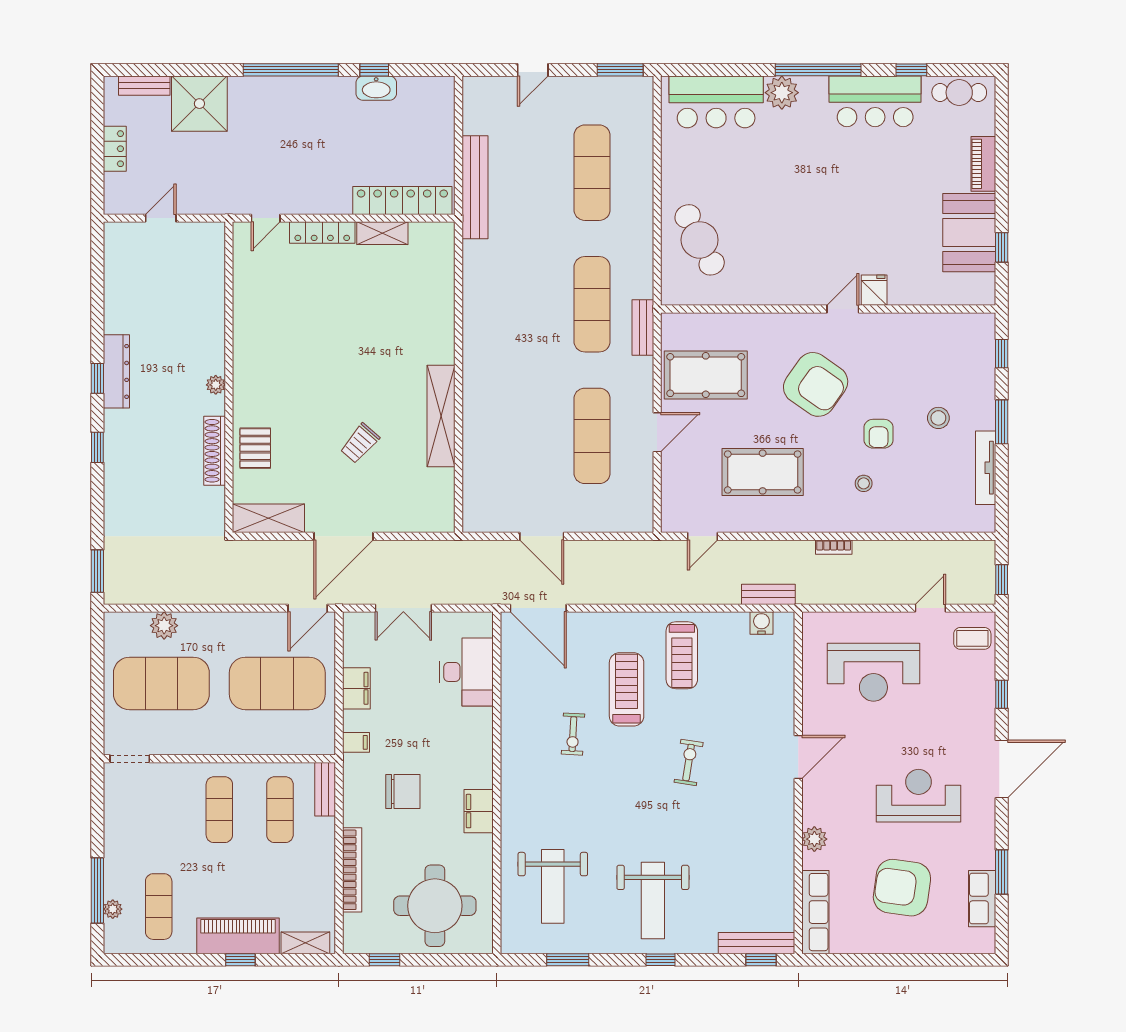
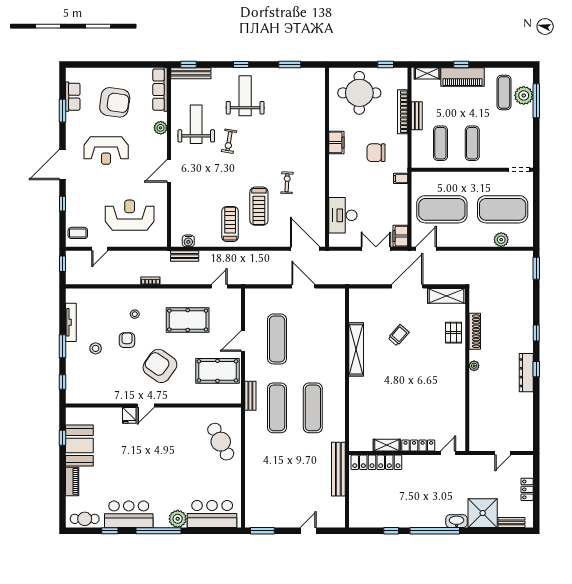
washbasin: (376, 88) -> (457, 521), moved
exercise mat: (592, 173) -> (313, 408), moved
filing cabinet: (356, 688) -> (400, 236), moved
exercise bike: (689, 762) -> (229, 141), moved
bench: (325, 789) -> (417, 116), moved
weight bench: (553, 886) -> (196, 124), moved
plant: (113, 909) -> (524, 95), width x1.87, depth x1.87

